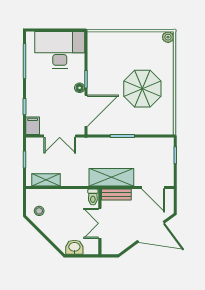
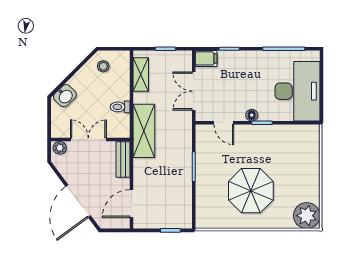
plant: (168, 37) -> (307, 216), width x1.88, depth x1.88
door: (86, 111) -> (224, 123), width x0.53
shelving: (111, 177) -> (144, 131), moved
toilet: (93, 197) -> (120, 107), moved
washbasin: (74, 247) -> (65, 96), moved, turned 45
plant: (107, 247) -> (60, 148), added

